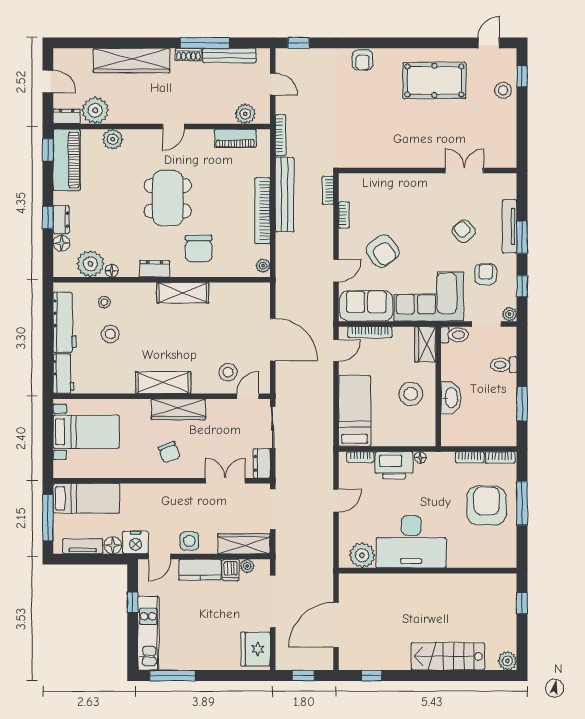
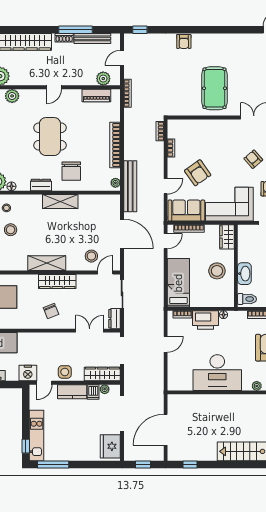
pool table: (434, 80) -> (214, 88), moved, turned 90
door: (273, 84) -> (122, 58), swing flipped
bench: (285, 194) -> (130, 186), moved
toilet: (455, 335) -> (247, 299), moved
floor lamp: (113, 545) -> (12, 375), removed
plant: (362, 555) -> (257, 386), moved, width x0.53, depth x0.53
window: (133, 602) -> (26, 446), moved

